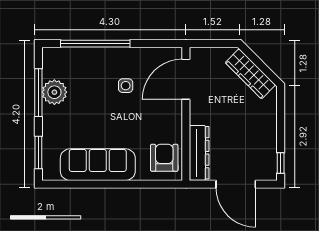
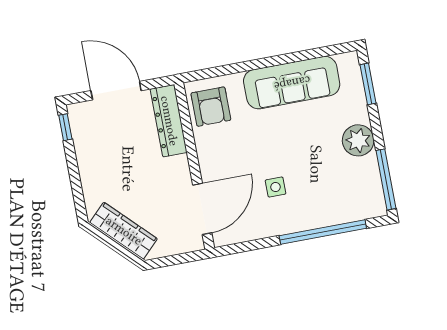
plant: (54, 92) -> (358, 140), moved
window: (38, 93) -> (386, 179), moved

